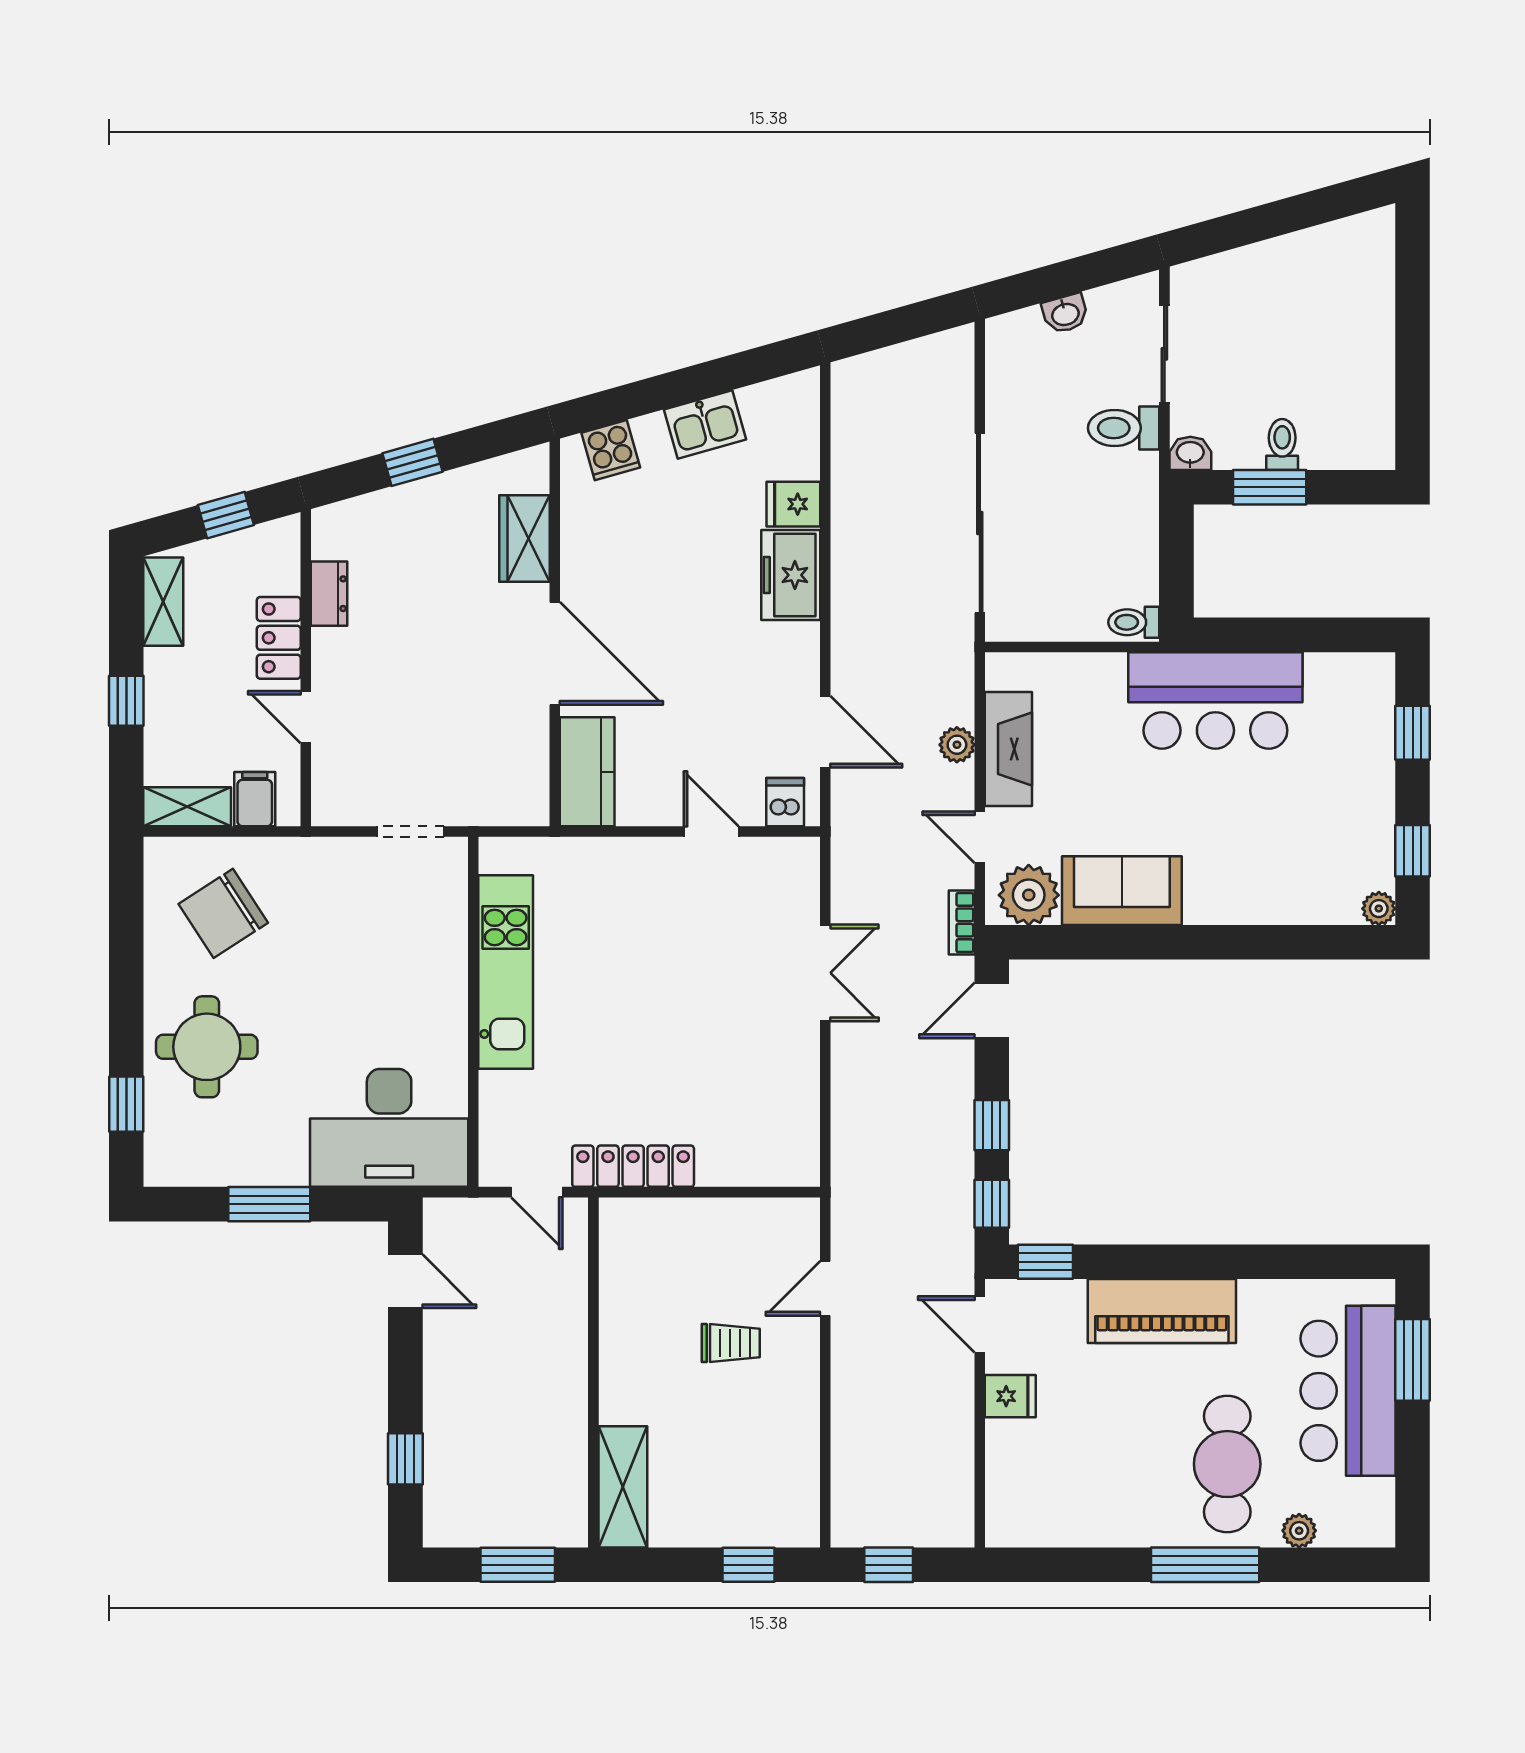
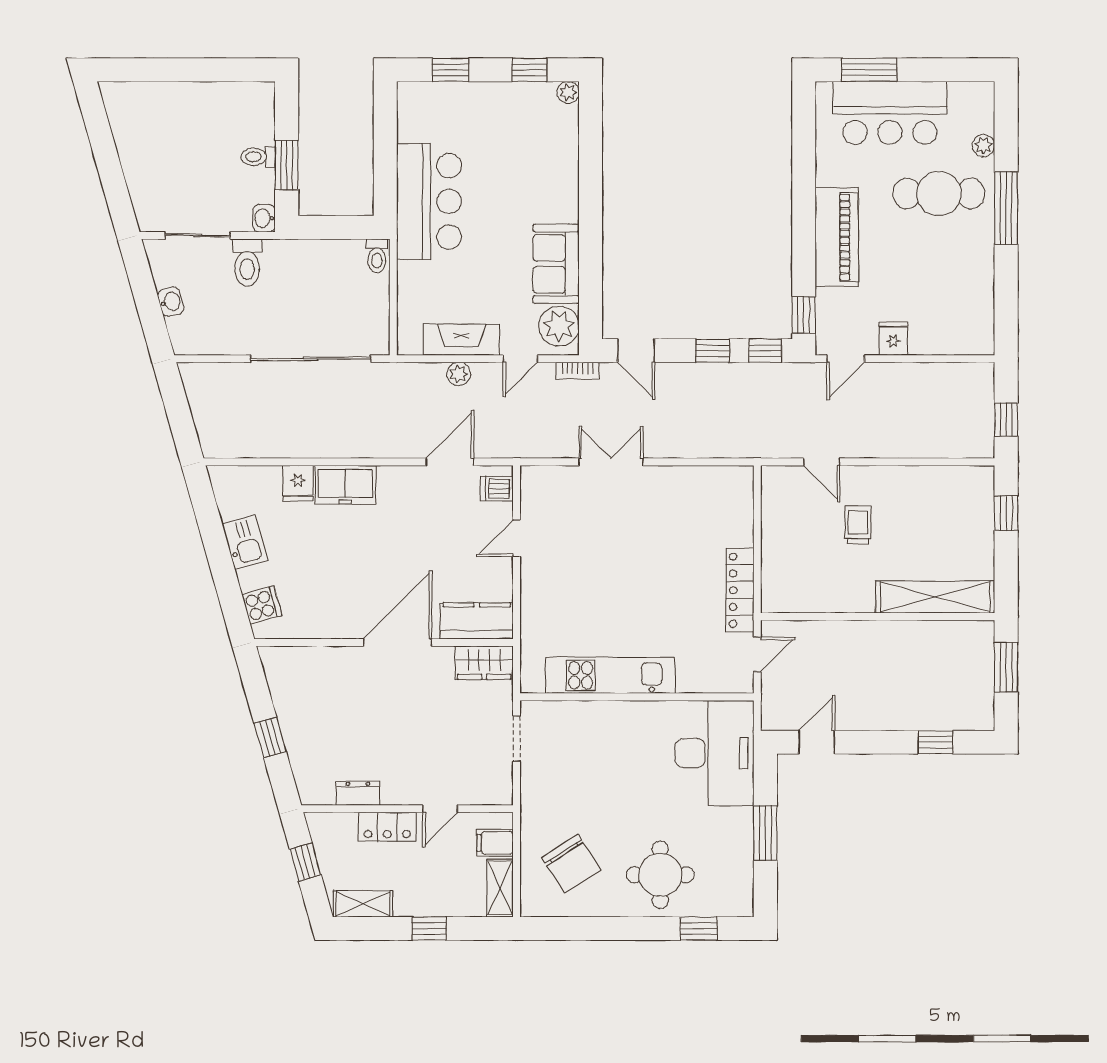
wardrobe: (524, 538) -> (484, 663), moved
shelving: (623, 1487) -> (935, 597), width x1.47

